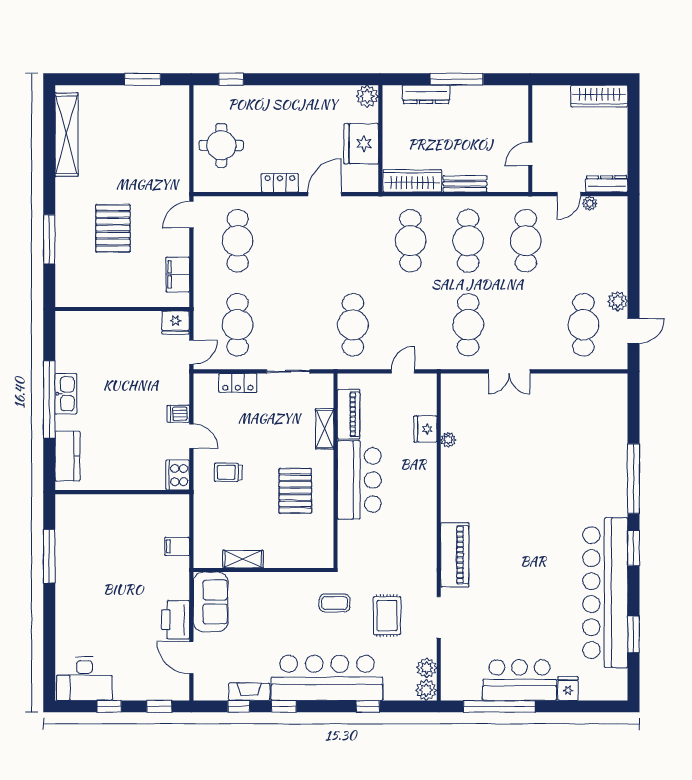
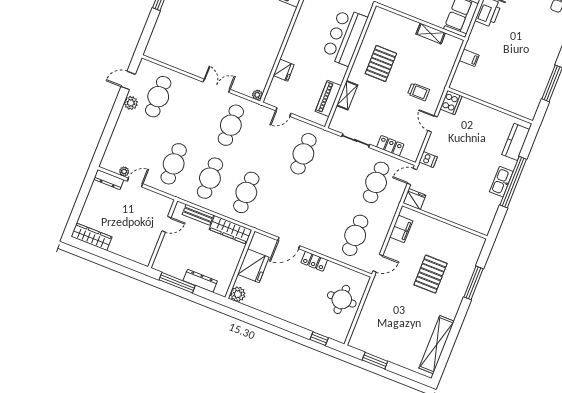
wall: (530, 139) -> (163, 234), moved
door: (530, 154) -> (166, 224), moved
dishwasher: (178, 414) -> (428, 159), moved
plant: (448, 440) -> (257, 95), moved
bar counter: (359, 480) -> (345, 37), moved

